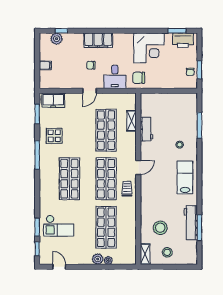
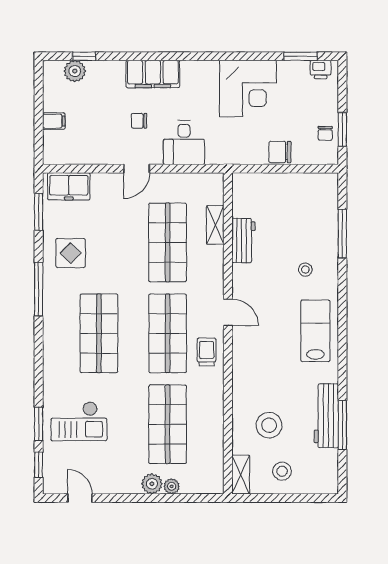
printer: (183, 40) -> (321, 70), width x0.53, depth x0.68
chair: (139, 78) -> (280, 152), moved
door: (138, 167) -> (228, 312), hinge flipped

